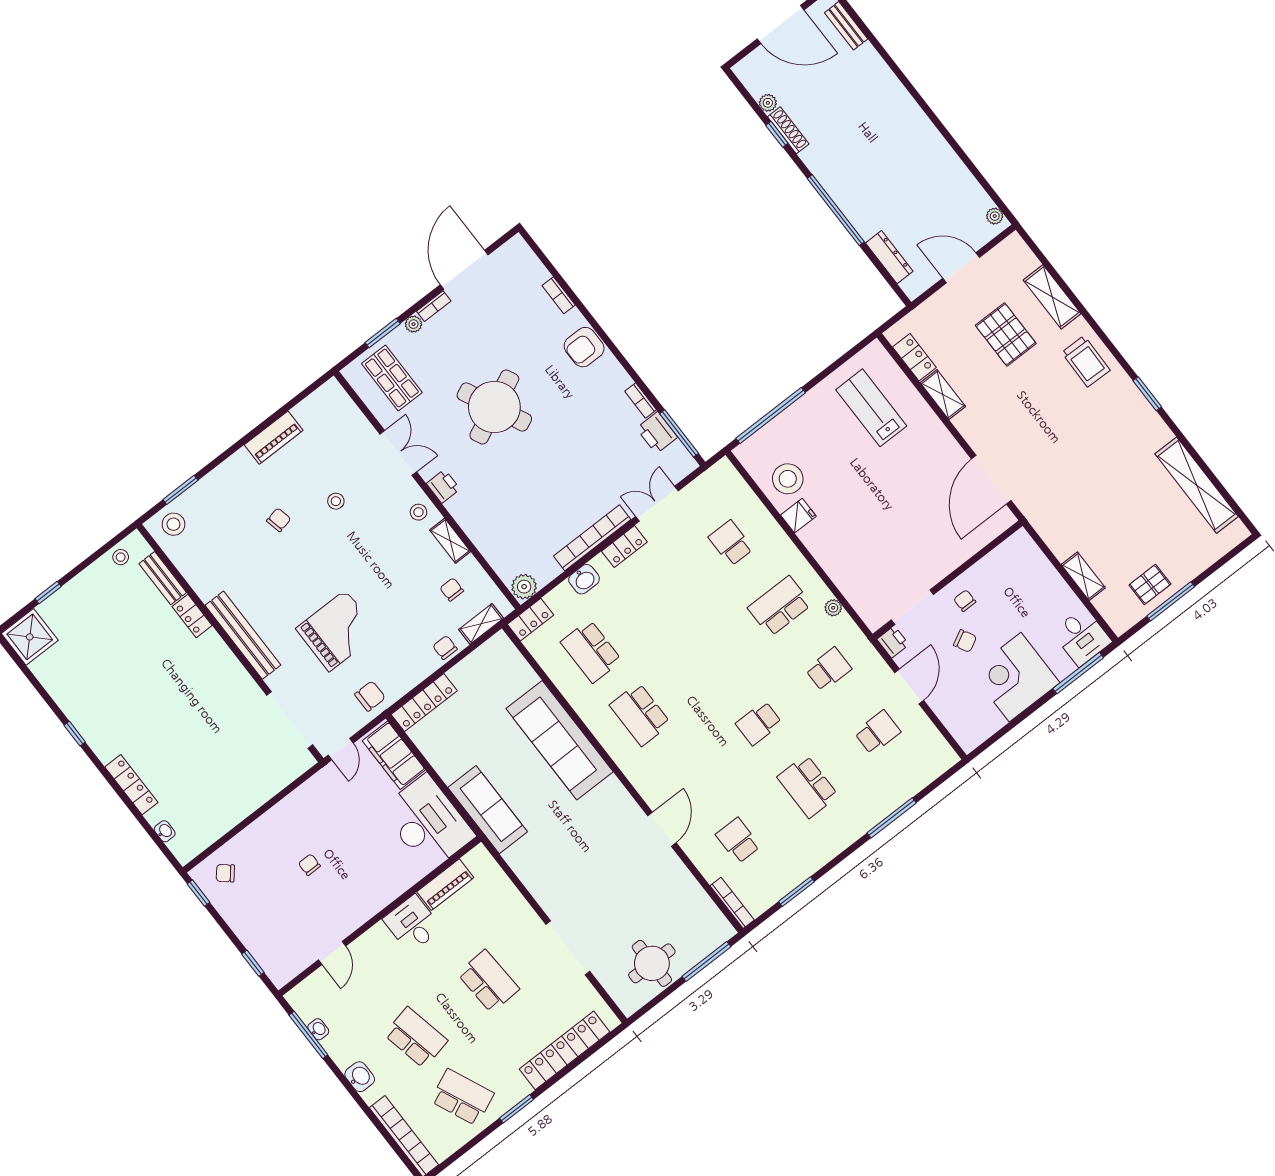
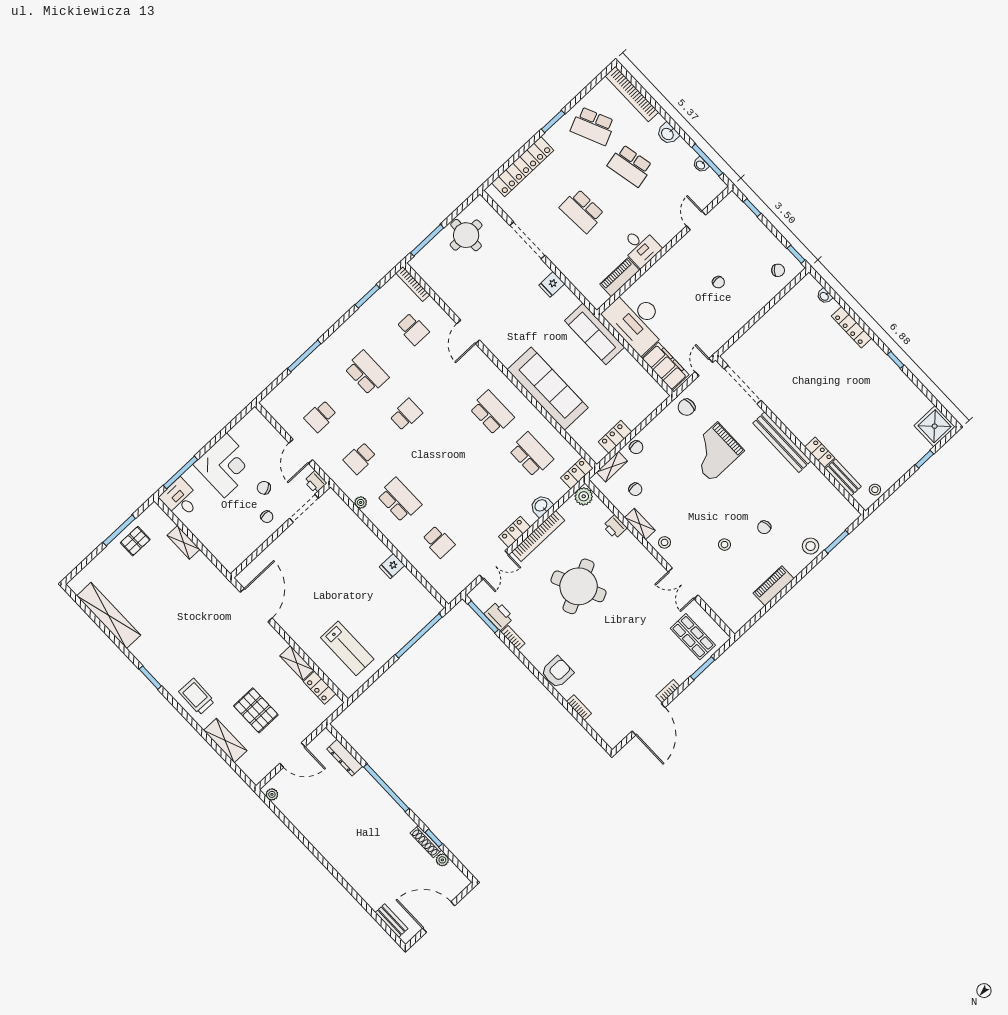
plant: (414, 324) -> (681, 677), removed
round table: (494, 407) -> (579, 586), moved
stool: (788, 479) -> (402, 592), removed
printer: (443, 486) -> (615, 527), moved
stool: (173, 524) -> (811, 546), moved
school desk: (780, 606) -> (399, 500), turned -90
locker: (424, 703) -> (615, 437), moved, width x0.66
fridge: (540, 884) -> (552, 284), added

